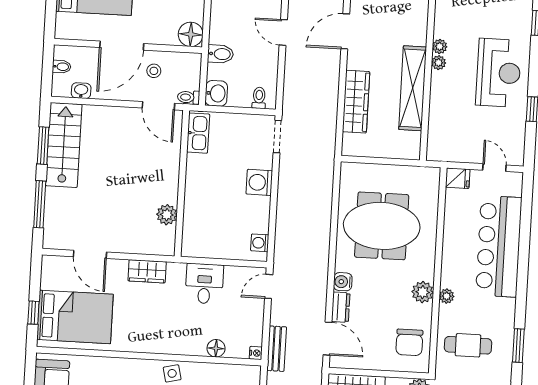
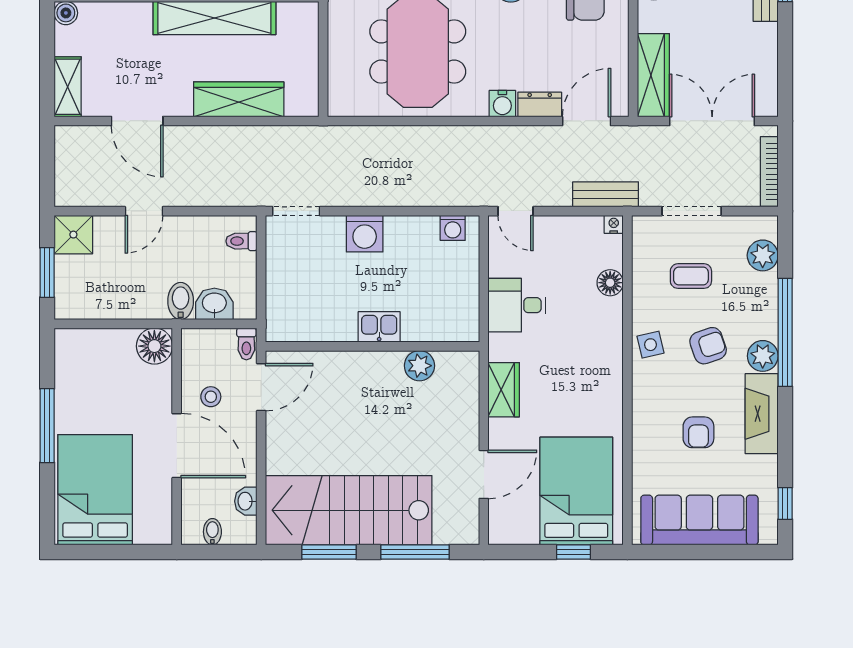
washbasin: (216, 93) -> (214, 304), moved
kitchen sink: (198, 133) -> (379, 327), moved, width x0.73
stairs: (64, 145) -> (349, 510), width x1.36, depth x1.51

